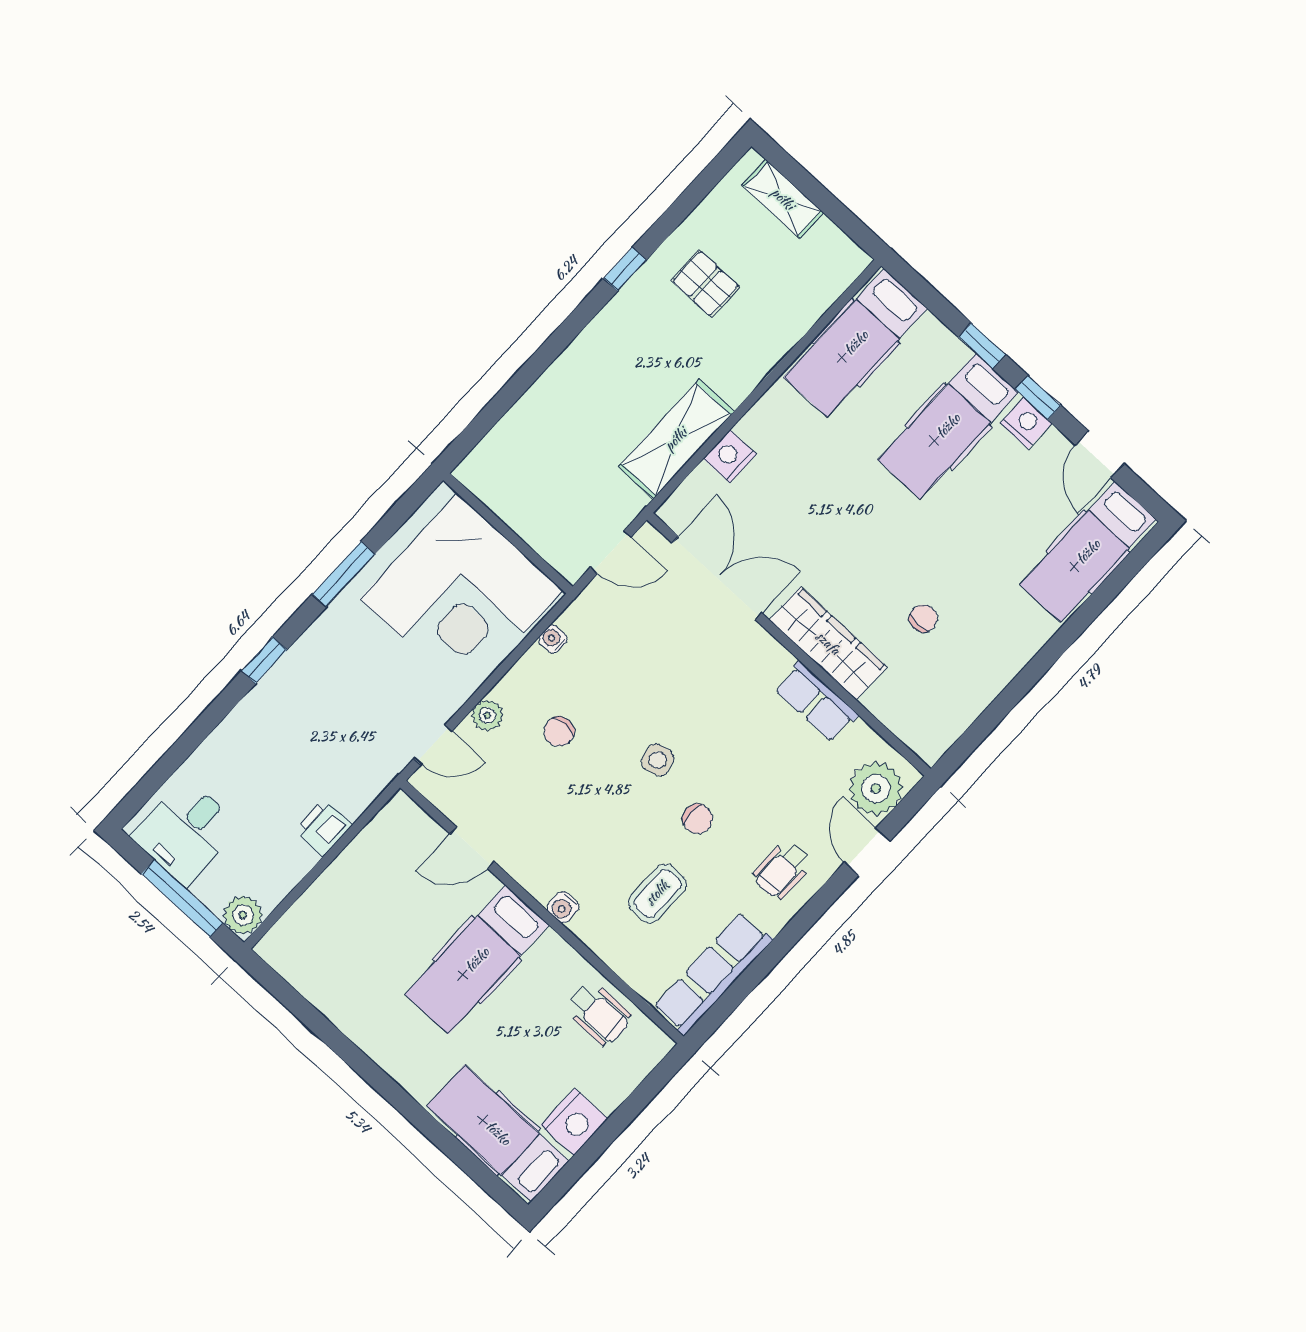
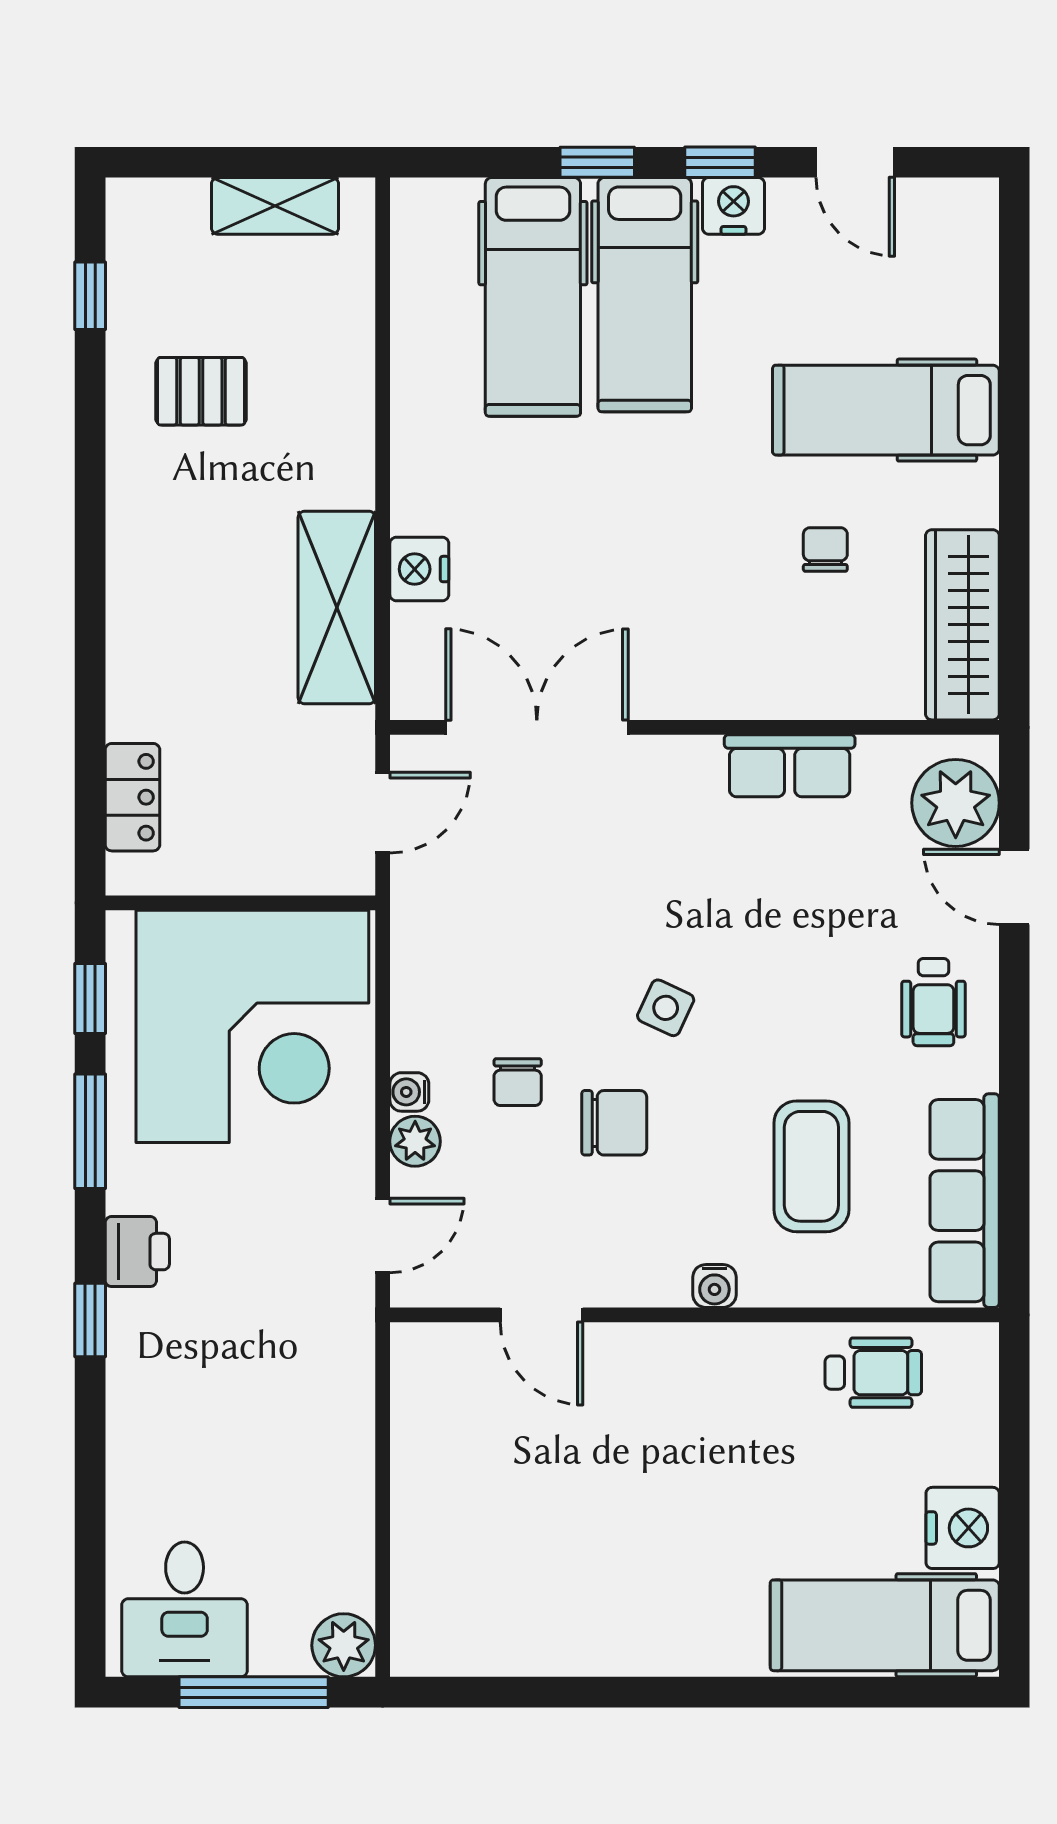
shelving: (783, 199) -> (275, 206), moved
window: (625, 269) -> (90, 296), moved
hospital bed: (856, 343) -> (533, 297), moved
locker: (503, 440) -> (132, 797), added
window: (399, 514) -> (90, 998), added
hospital bed: (1088, 552) -> (886, 410), moved, turned 90
water cooler: (553, 639) -> (409, 1092), moved
wardrobe: (828, 643) -> (962, 625), moved, turned -90
side table: (658, 760) -> (666, 1008), turned 38
chair: (698, 819) -> (614, 1123), moved, width x1.37, depth x1.37
printer: (323, 828) -> (137, 1252), moved, turned 180
door: (472, 848) -> (541, 1315), hinge flipped
coffee table: (657, 893) -> (811, 1166), width x1.36, depth x1.30
hospital bed: (477, 960) -> (670, 1442), removed

